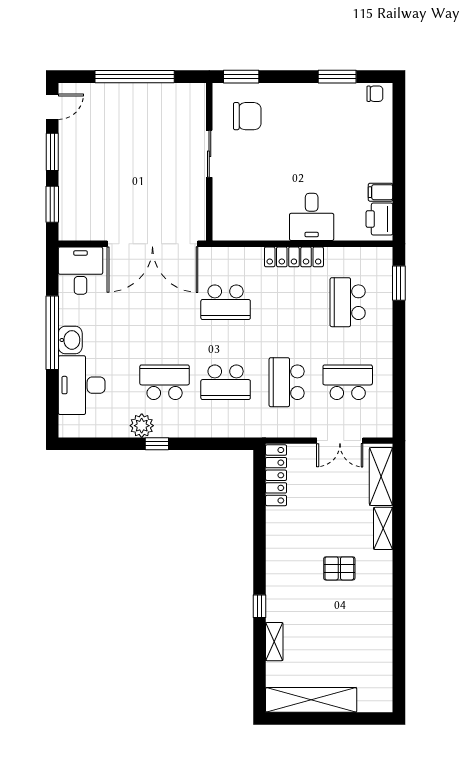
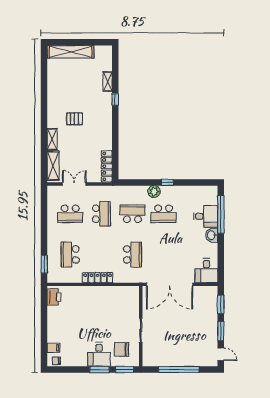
window: (337, 77) -> (99, 370), moved
door: (52, 107) -> (221, 354), swing flipped
filing cabinet: (381, 192) -> (53, 348), moved
desk: (312, 217) -> (99, 354), moved, turned 180
double door: (152, 244) -> (170, 284), swing flipped
school desk: (226, 302) -> (132, 255), turned 90
school desk: (348, 302) -> (70, 255), turned 180
window: (52, 333) -> (221, 215), moved
desk: (82, 385) -> (206, 216), width x0.73
plant: (142, 426) -> (154, 192), moved
shelving: (311, 700) -> (70, 52), moved

